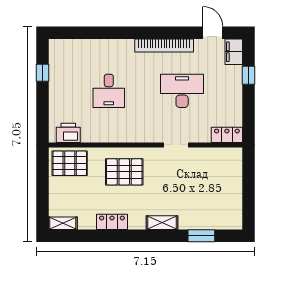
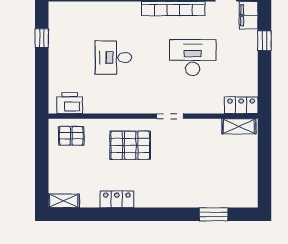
desk: (109, 91) -> (113, 58), turned 90
doorway: (176, 145) -> (170, 116), moved
pallet: (70, 163) -> (71, 136), width x0.67, depth x0.71
shelving: (162, 223) -> (239, 126), moved

